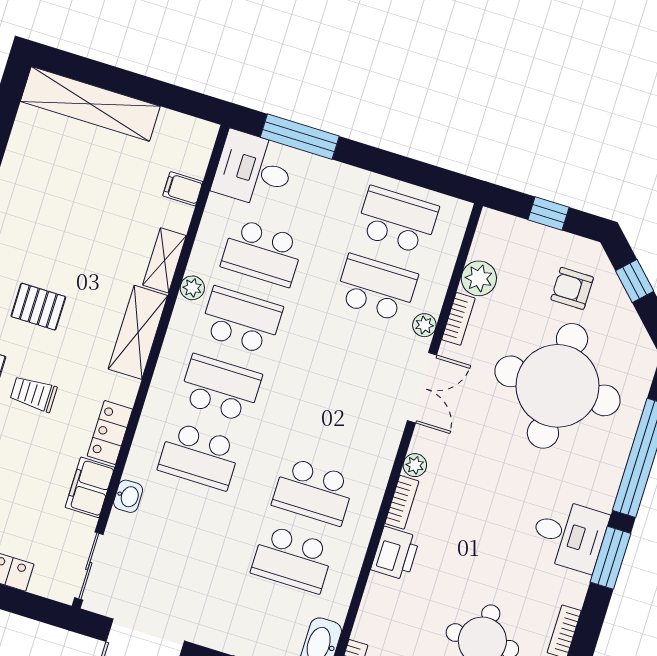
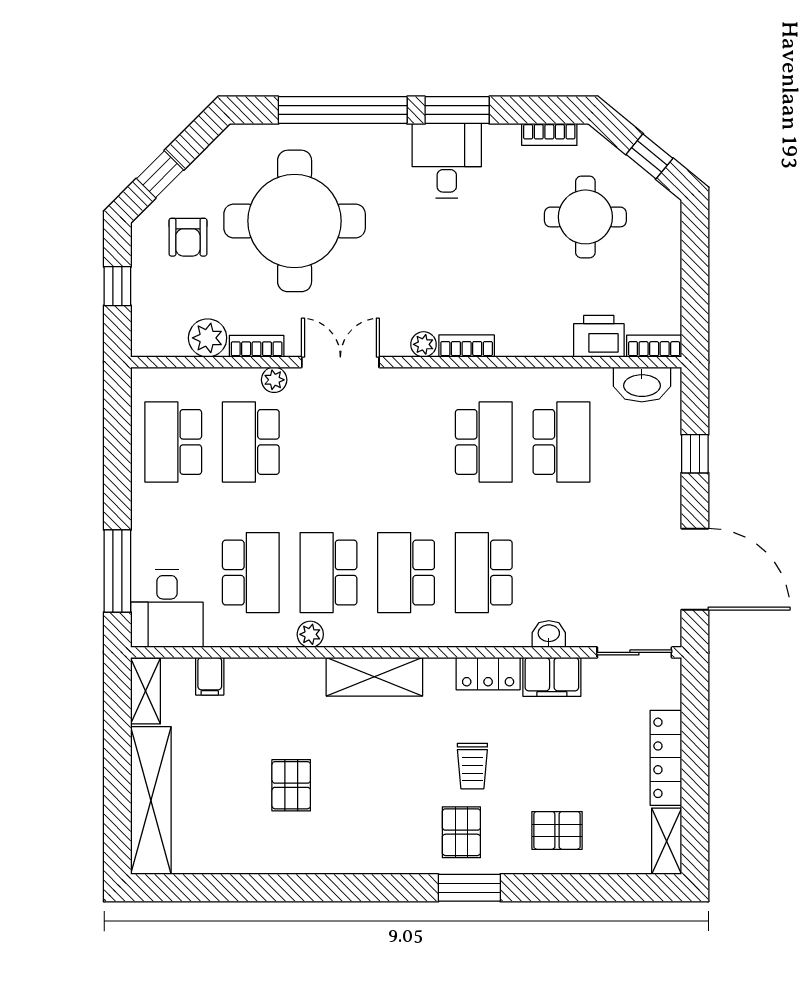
shelving: (164, 260) -> (146, 691), moved, turned 90
pallet: (38, 307) -> (291, 785), moved
school desk: (199, 456) -> (484, 573), turned 180
printer: (395, 553) -> (599, 336), moved

